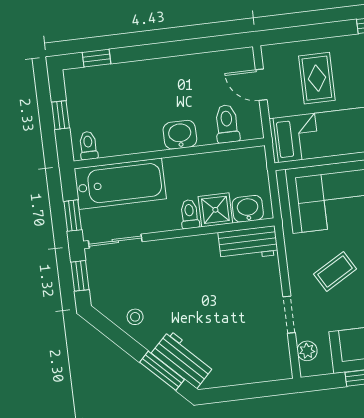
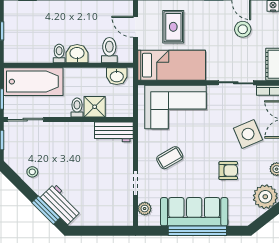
toilet: (88, 145) -> (59, 53), moved
washbasin: (248, 209) -> (117, 76), moved, turned 180

